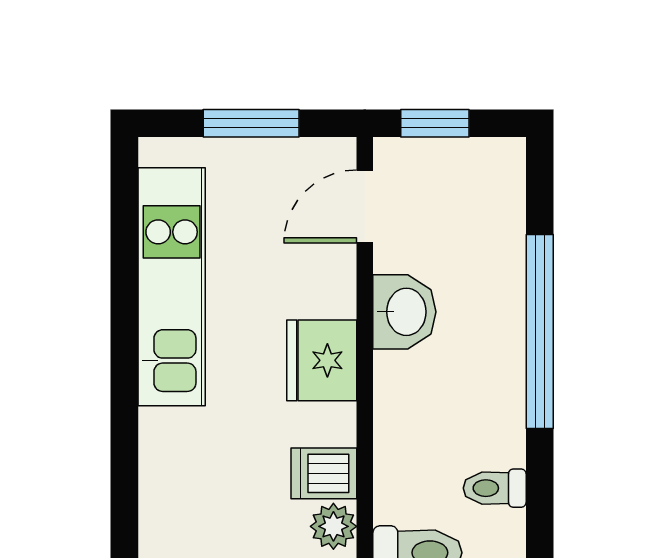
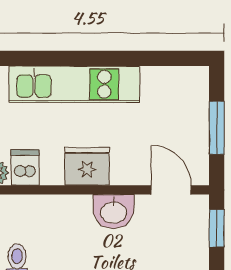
kitchen unit: (172, 287) -> (74, 84), moved

